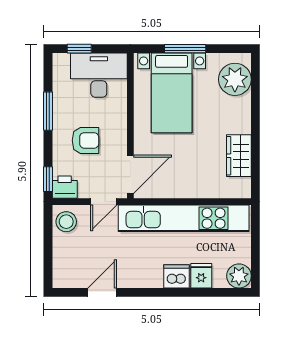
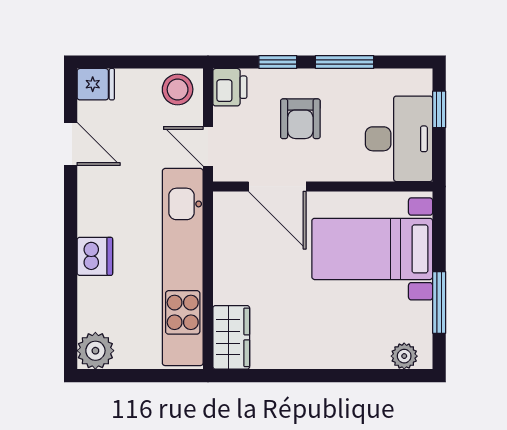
window: (185, 49) -> (439, 302), moved
plant: (235, 79) -> (404, 356), width x0.53, depth x0.53
wardrobe: (239, 156) -> (231, 337), moved, turned 90
door: (130, 174) -> (277, 186), moved
window: (48, 179) -> (278, 62), moved
fridge: (201, 276) -> (96, 84), moved

